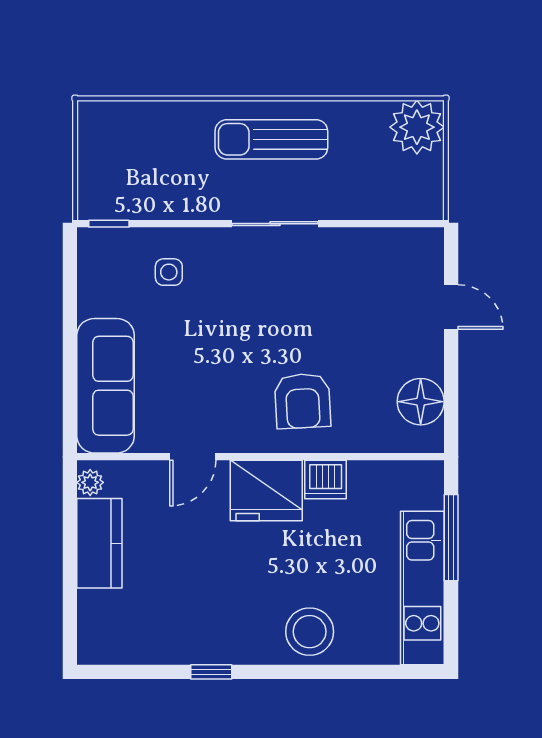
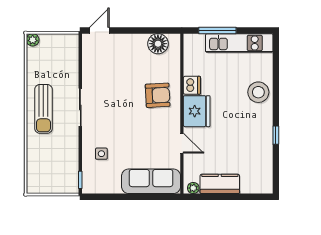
plant: (417, 127) -> (33, 40), width x0.53, depth x0.53
door: (451, 307) -> (99, 30), moved

